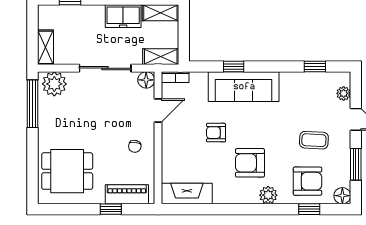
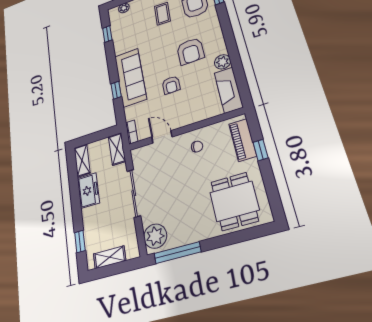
shelving: (45, 47) -> (110, 257), moved
floor lamp: (146, 80) -> (138, 155), removed
plant: (268, 195) -> (223, 62), moved

